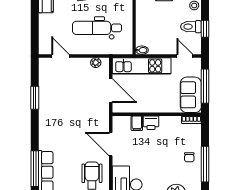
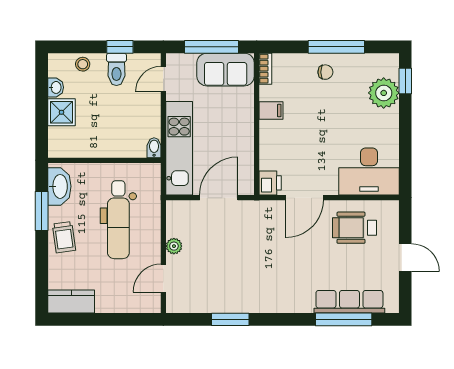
plant: (96, 63) -> (174, 246), moved
filing cabinet: (137, 123) -> (271, 111), moved
printer: (151, 123) -> (270, 183), moved

